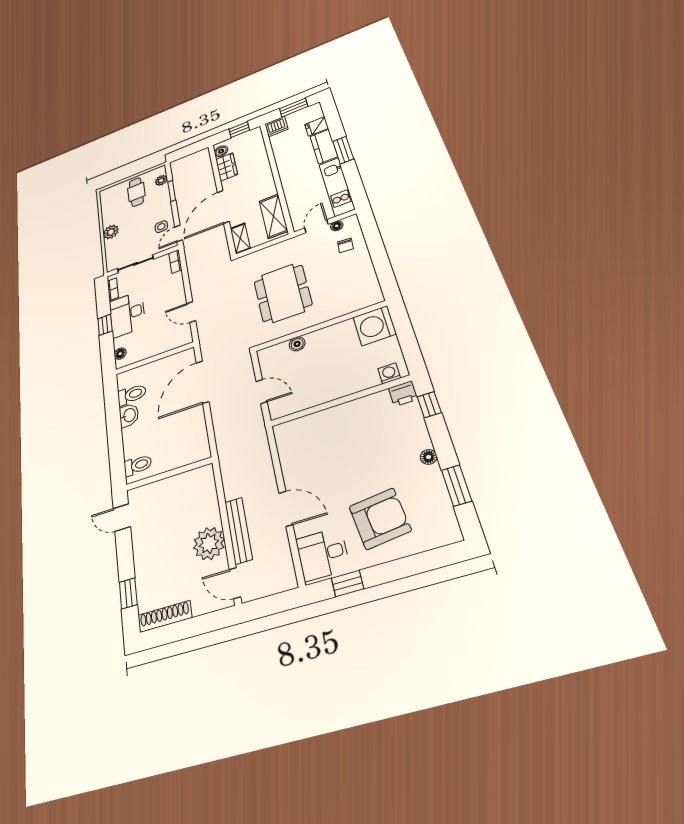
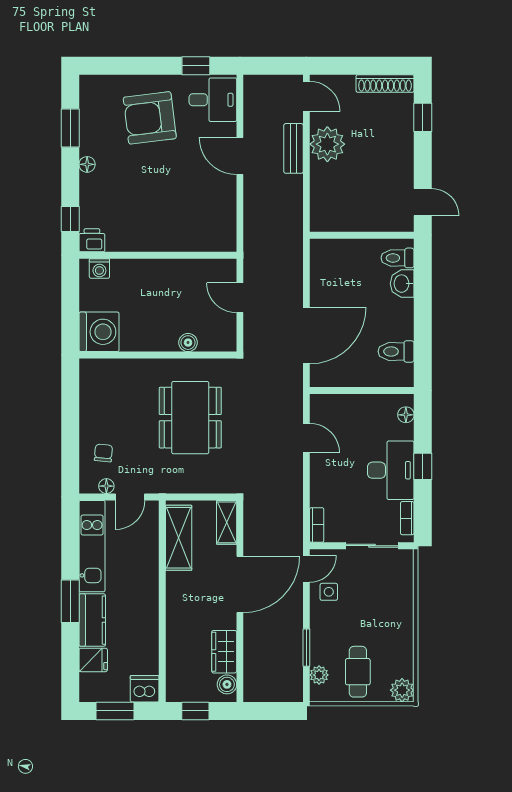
plant: (111, 232) -> (402, 690), moved
washbasin: (129, 415) -> (402, 284), moved
bench: (239, 530) -> (294, 148), width x0.73

